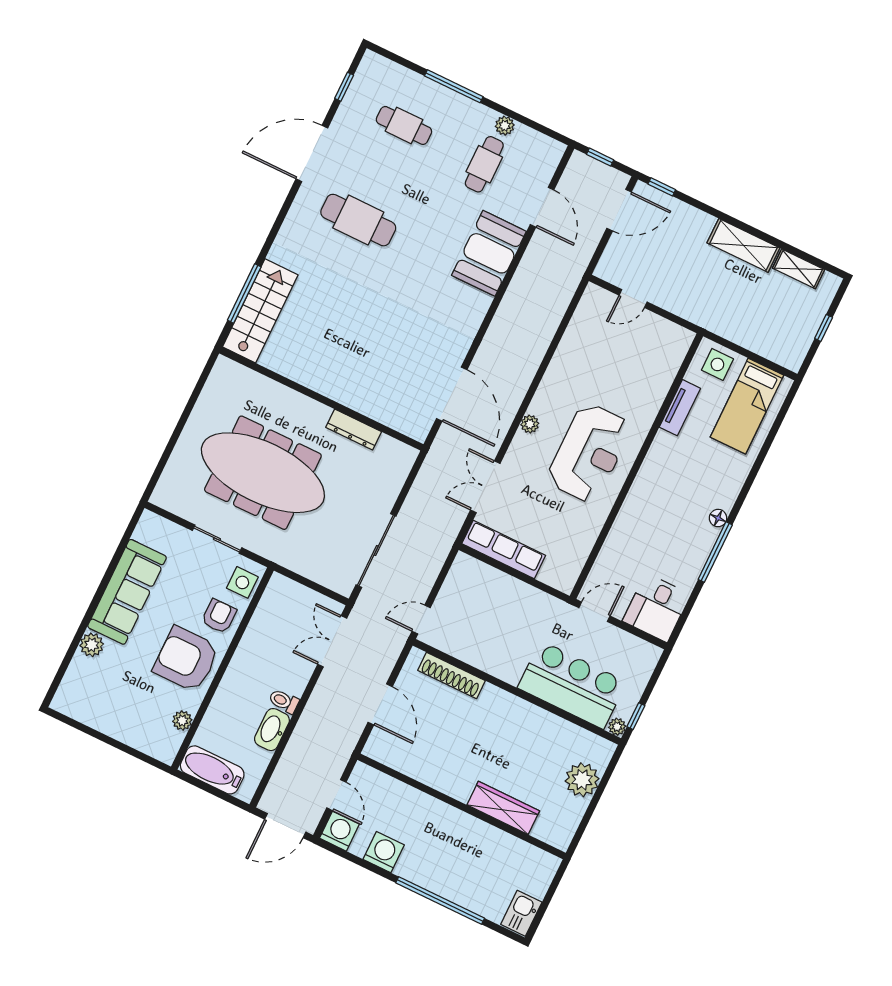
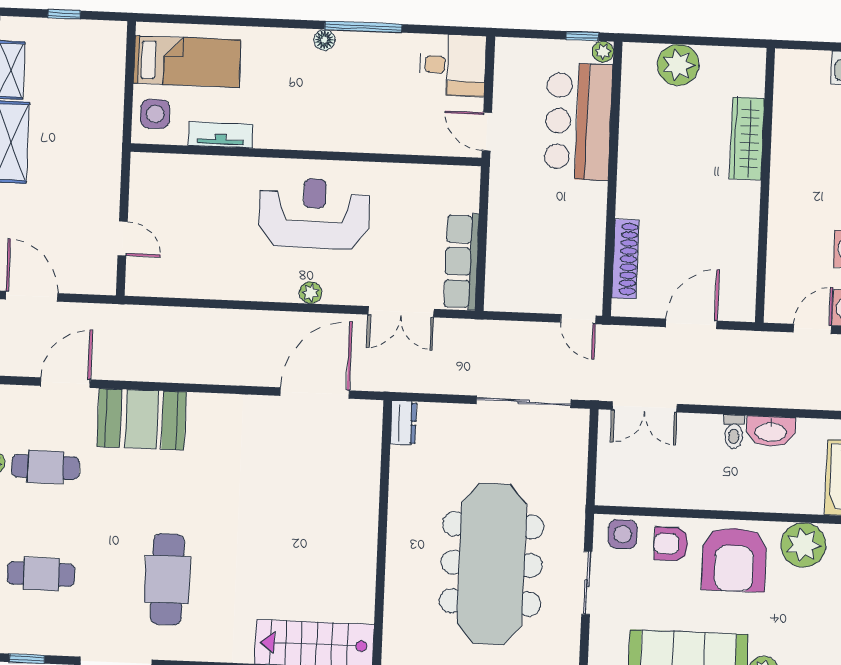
cafe table: (404, 125) -> (41, 574), turned 90
dresser: (354, 430) -> (403, 423), moved, width x0.70
plant: (182, 721) -> (803, 545), width x1.87, depth x1.87

